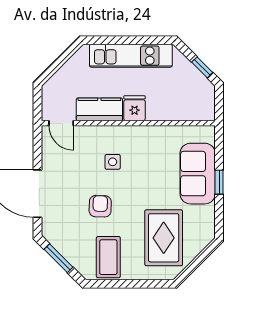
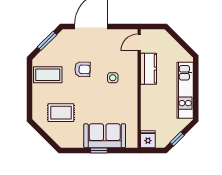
fridge: (135, 108) -> (148, 139), moved, turned -90
rug: (164, 238) -> (61, 113), width x0.73, depth x0.70

